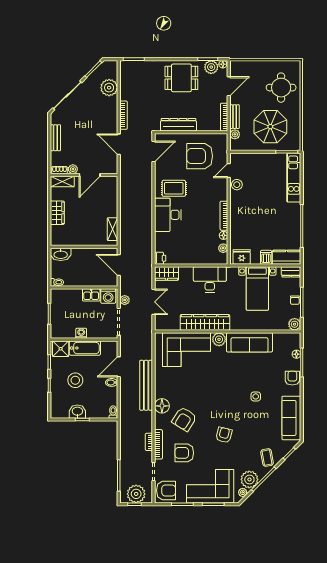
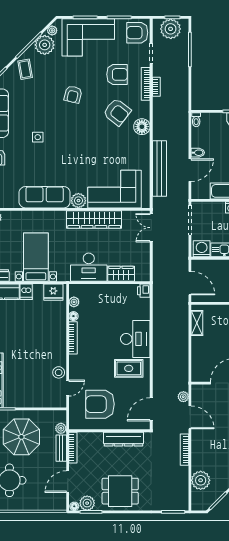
armchair: (200, 156) -> (100, 404), turned 180
wardrobe: (167, 273) -> (121, 274), moved
plant: (125, 300) -> (183, 397), moved
double door: (153, 302) -> (151, 228), moved
bench: (146, 385) -> (159, 169), moved
armchair: (184, 419) -> (117, 112), turned 96

